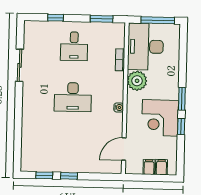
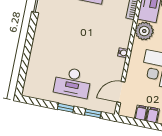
desk: (73, 97) -> (73, 82), moved
window: (44, 175) -> (93, 113), moved

